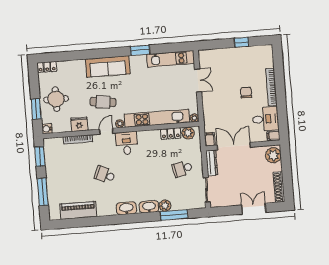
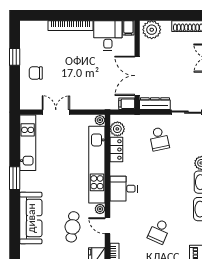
chair: (246, 93) -> (36, 73), moved
desk: (127, 143) -> (124, 189), moved

